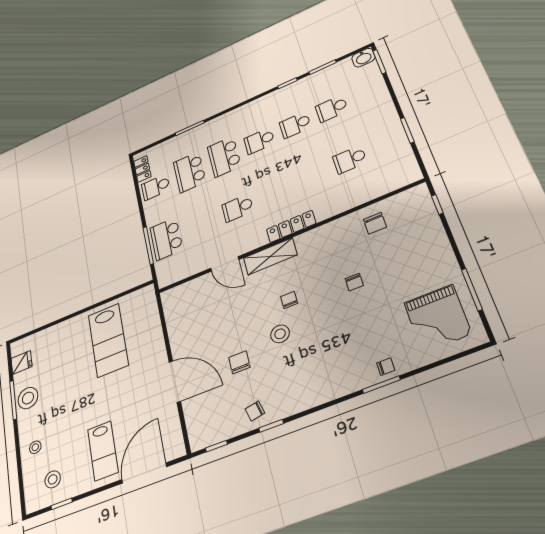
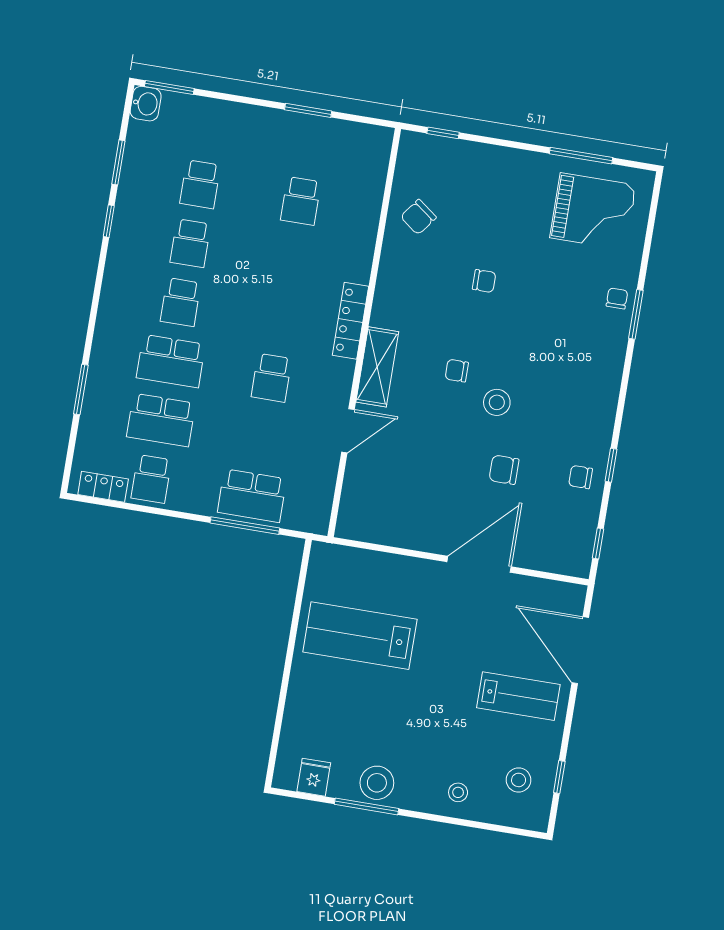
chair: (375, 223) -> (418, 217), turned 127
lab bench: (108, 340) -> (360, 636), turned 180
chair: (255, 411) -> (581, 477), turned 102

